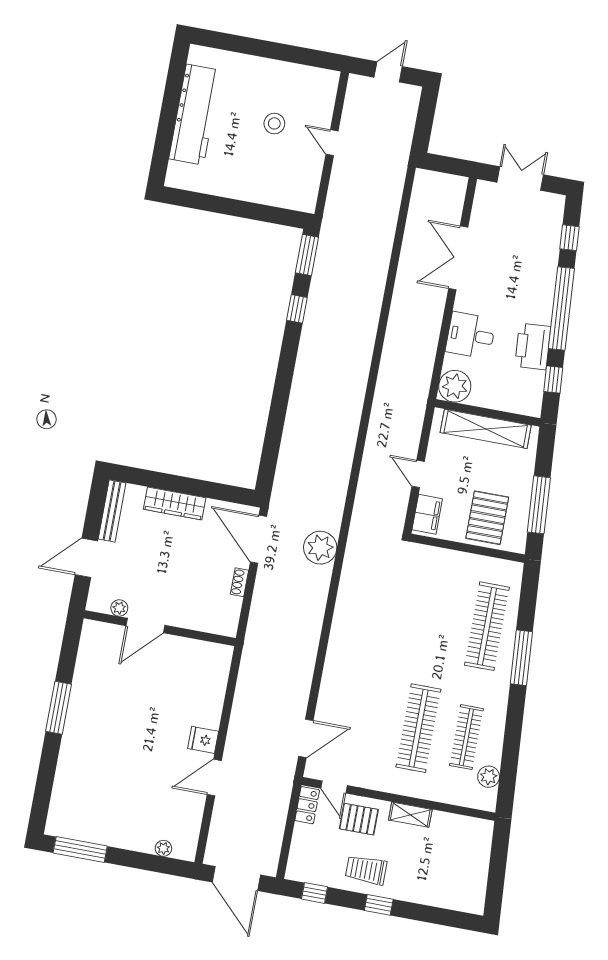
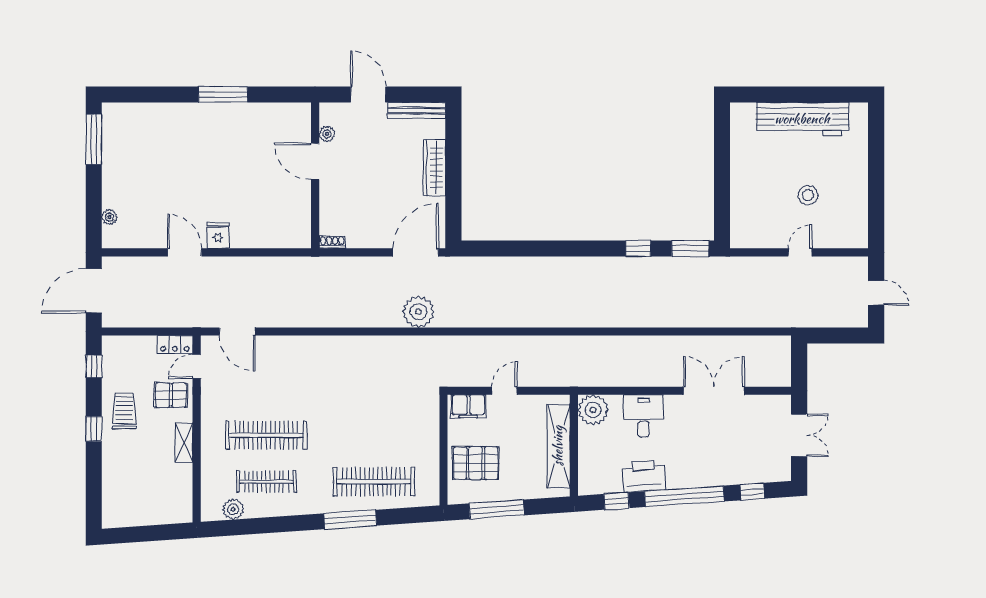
shoe rack: (239, 582) -> (332, 242), moved
pallet: (359, 819) -> (171, 395), turned 90

